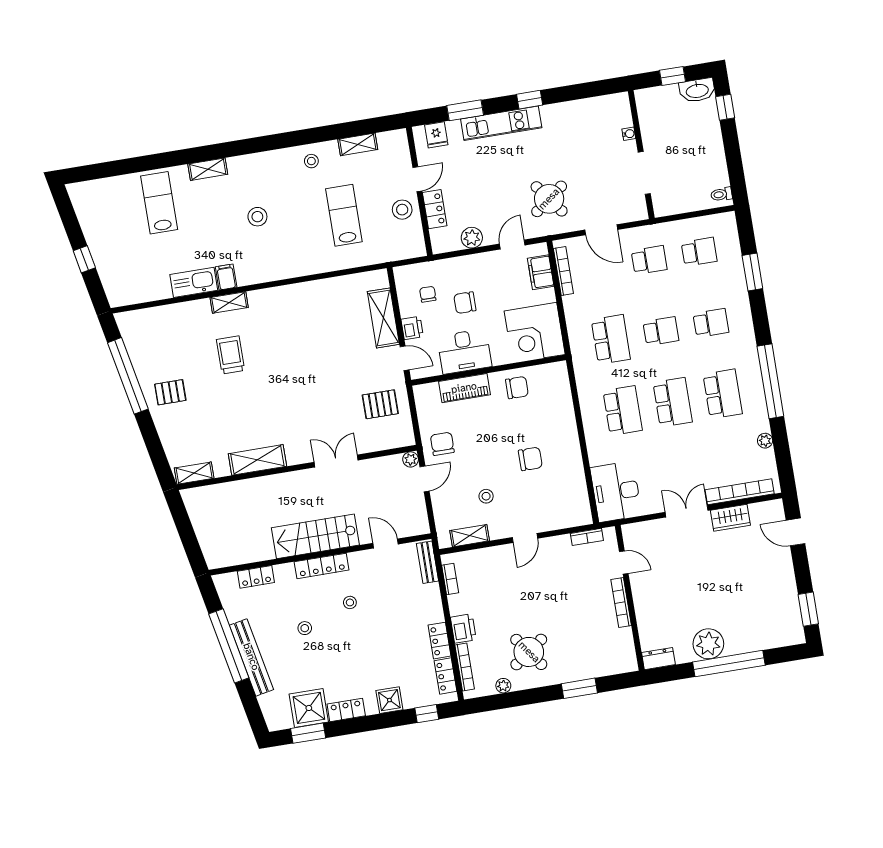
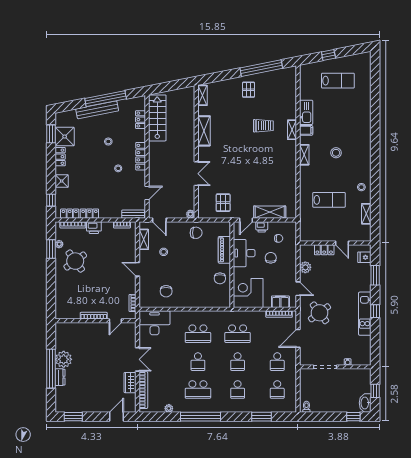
kitchen unit: (501, 123) -> (365, 314), moved
shelving: (208, 169) -> (304, 155), moved
lab bench: (159, 203) -> (338, 81), moved
stool: (402, 210) -> (327, 232), removed
school desk: (673, 402) -> (198, 362), width x0.54
chair: (530, 459) -> (166, 291), moved
door: (425, 479) -> (159, 220), moved
stairs: (315, 536) -> (157, 118), moved
dresser: (658, 659) -> (60, 377), moved
window: (579, 688) -> (51, 249), moved

